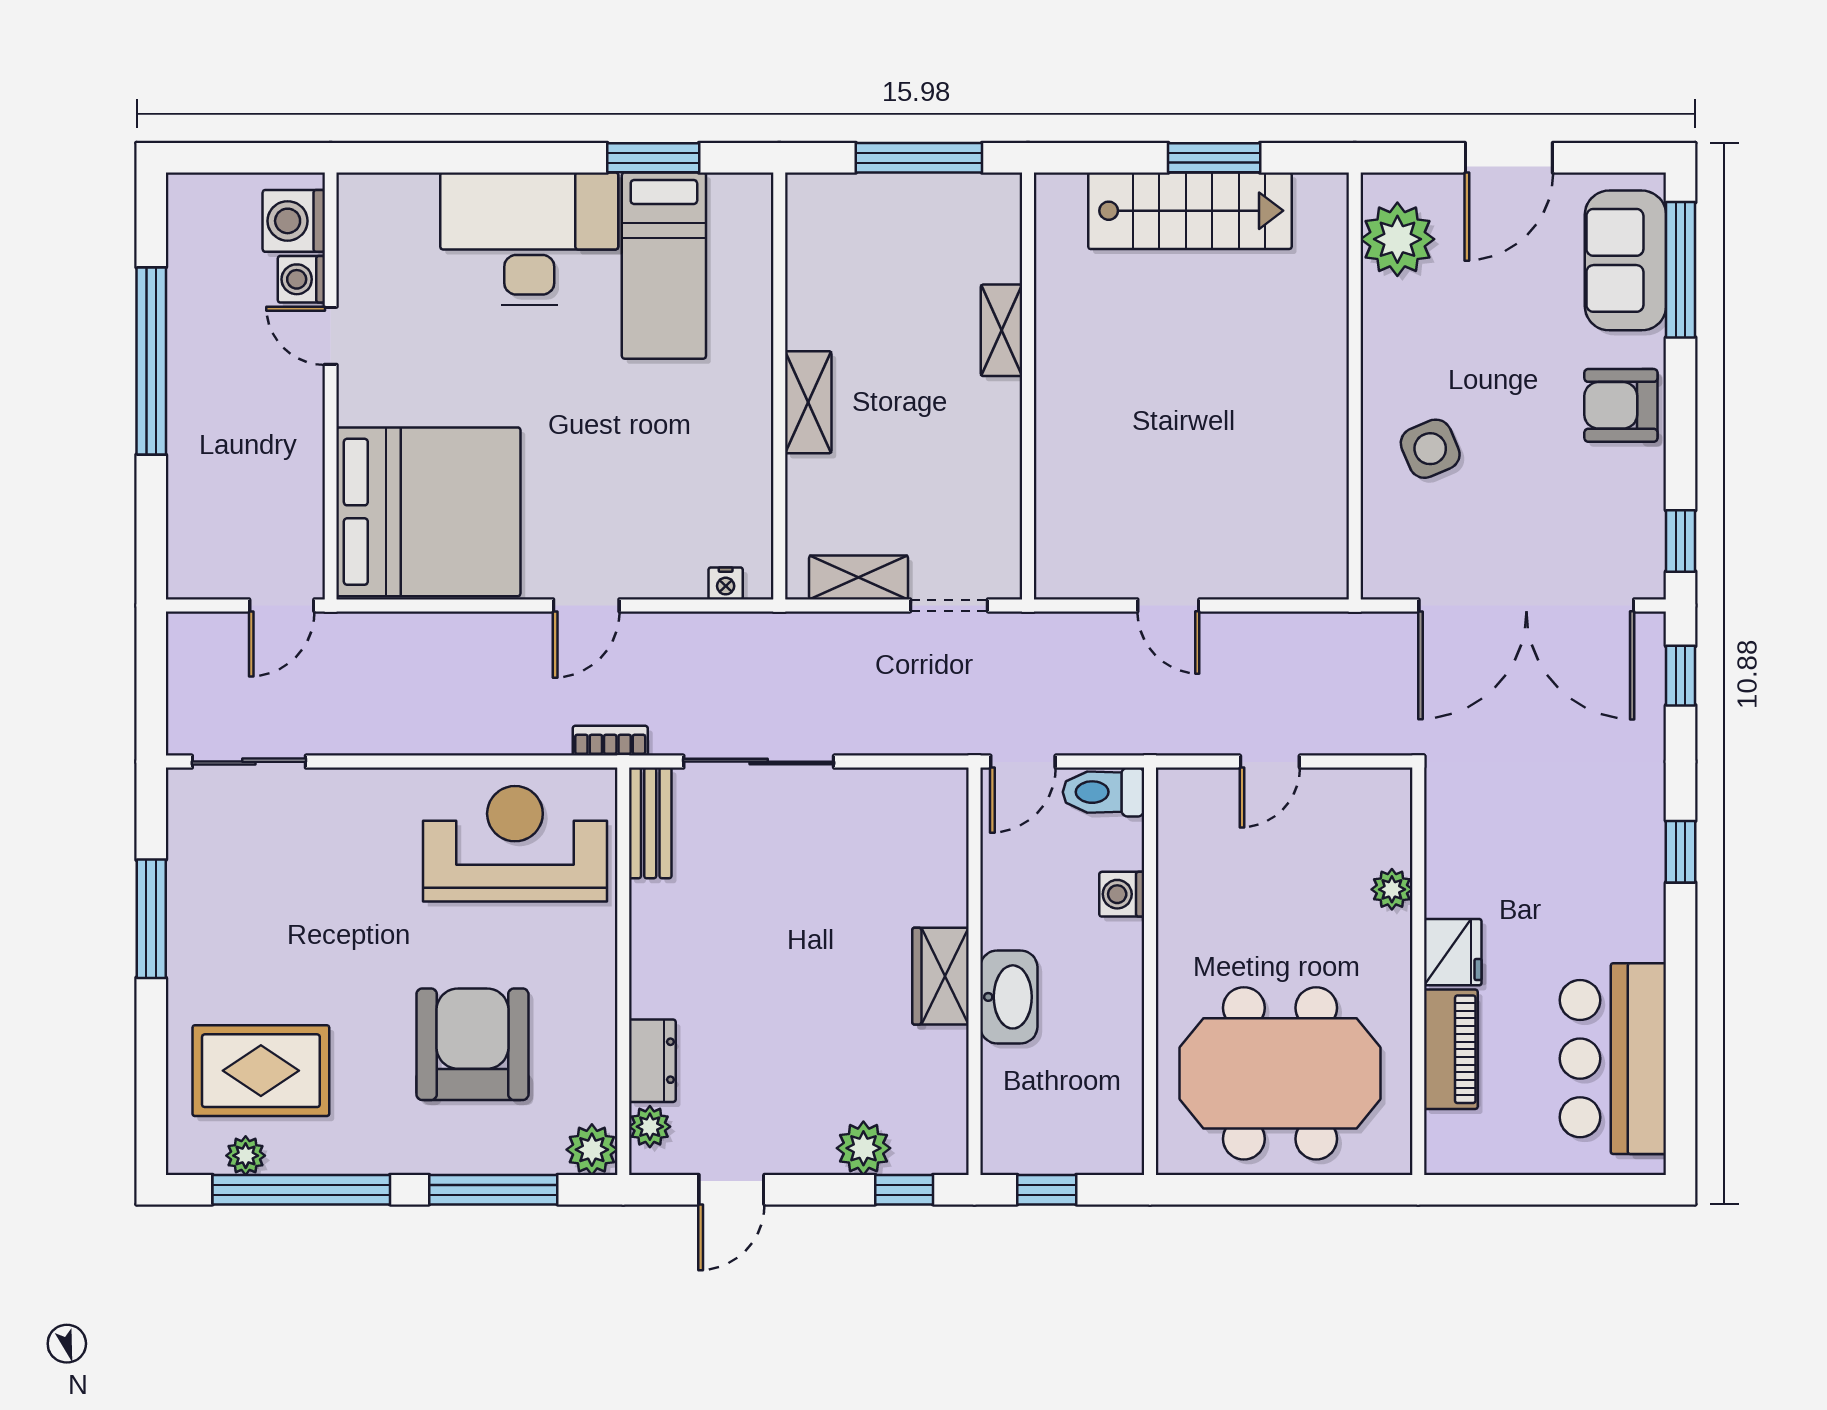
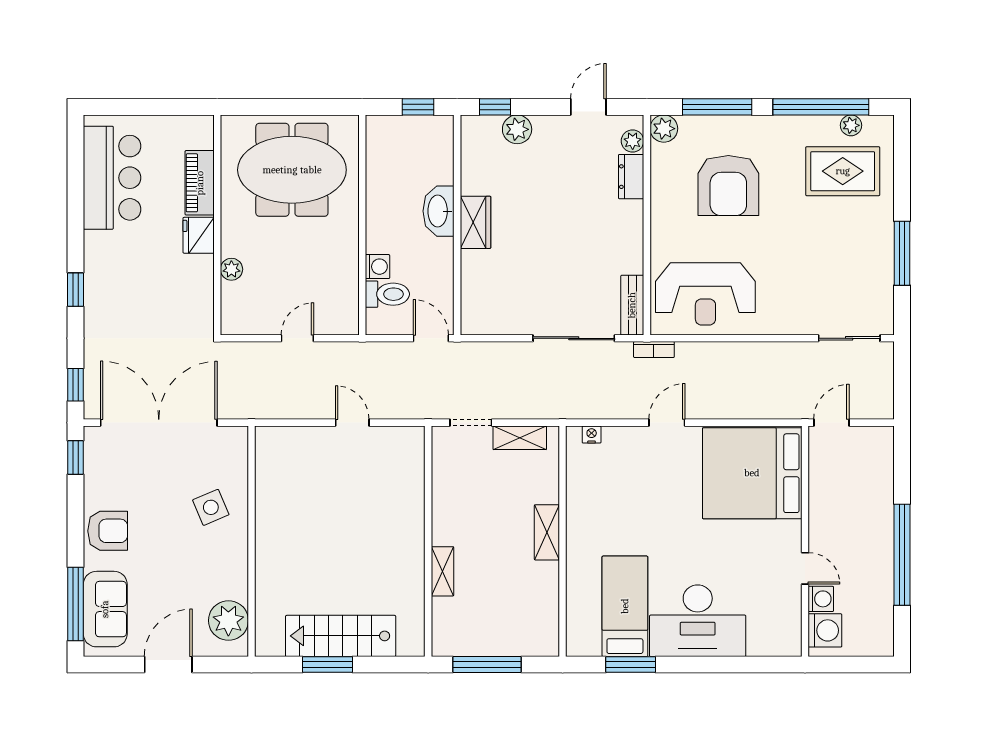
door: (1023, 762) -> (431, 338), hinge flipped
toilet: (1104, 792) -> (387, 294), moved

